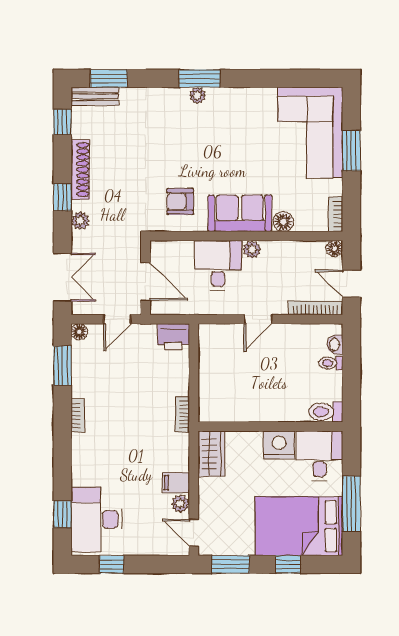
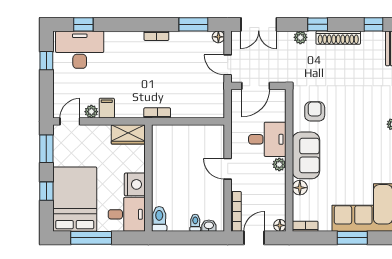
printer: (173, 337) -> (215, 106), removed

